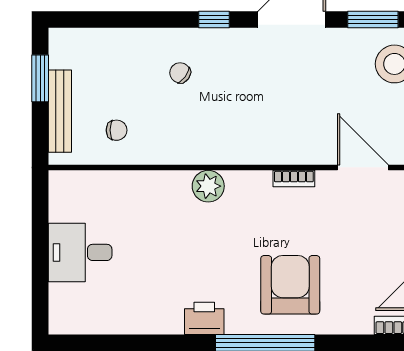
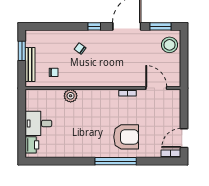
plant: (208, 186) -> (71, 96), moved
armchair: (290, 285) -> (126, 137), turned 90
printer: (204, 318) -> (32, 145), moved, turned 90

